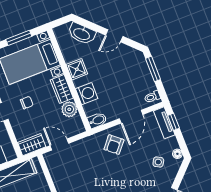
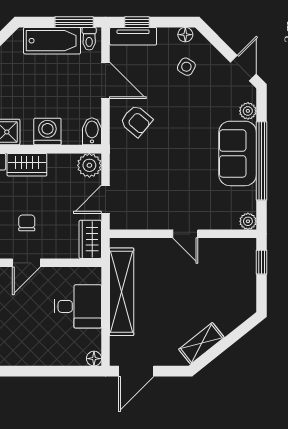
window: (153, 69) -> (74, 22), moved
bathtub: (142, 75) -> (52, 41), added
plant: (69, 109) -> (89, 165), moved

